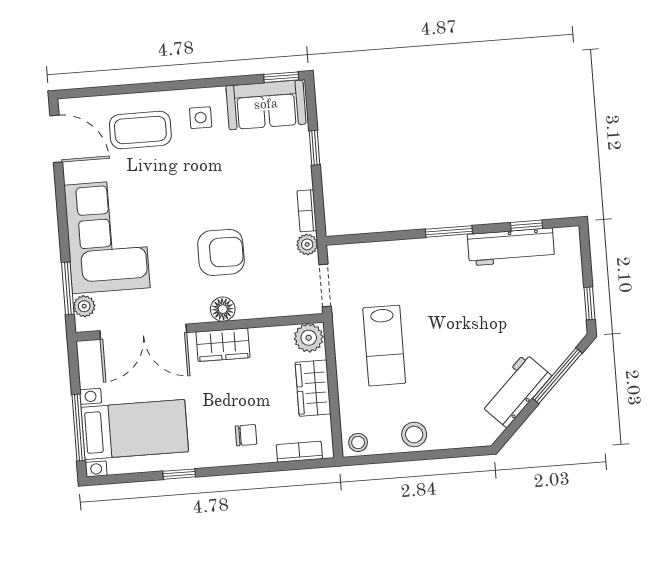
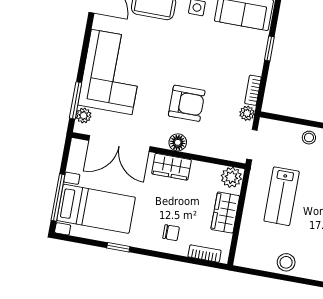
stool: (358, 442) -> (309, 138), moved

